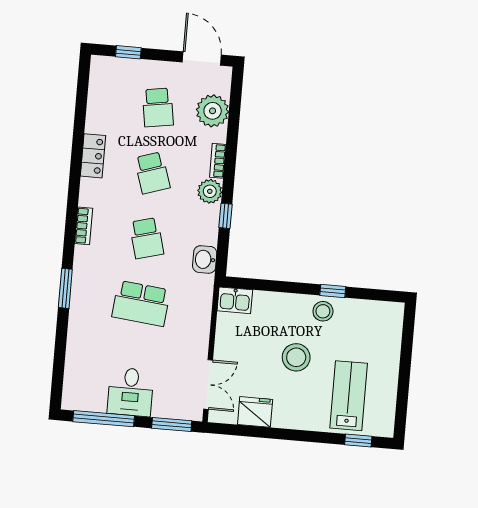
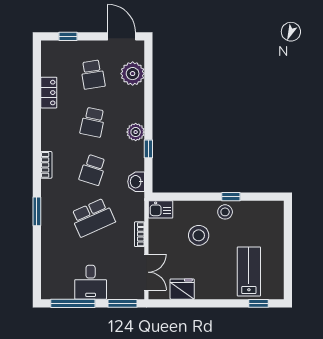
locker: (93, 156) -> (49, 93), moved
bookcase: (218, 161) -> (139, 234), moved
school desk: (152, 173) -> (93, 122), turned 30
school desk: (147, 238) -> (93, 170), turned 33
school desk: (141, 303) -> (93, 217), turned -30
stool: (296, 357) -> (199, 235), moved

